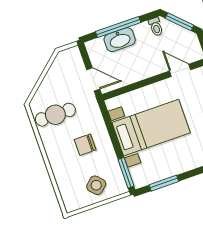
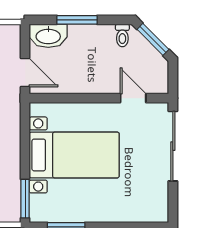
window: (118, 27) -> (77, 20), width x0.69
washbasin: (120, 40) -> (48, 36), moved

